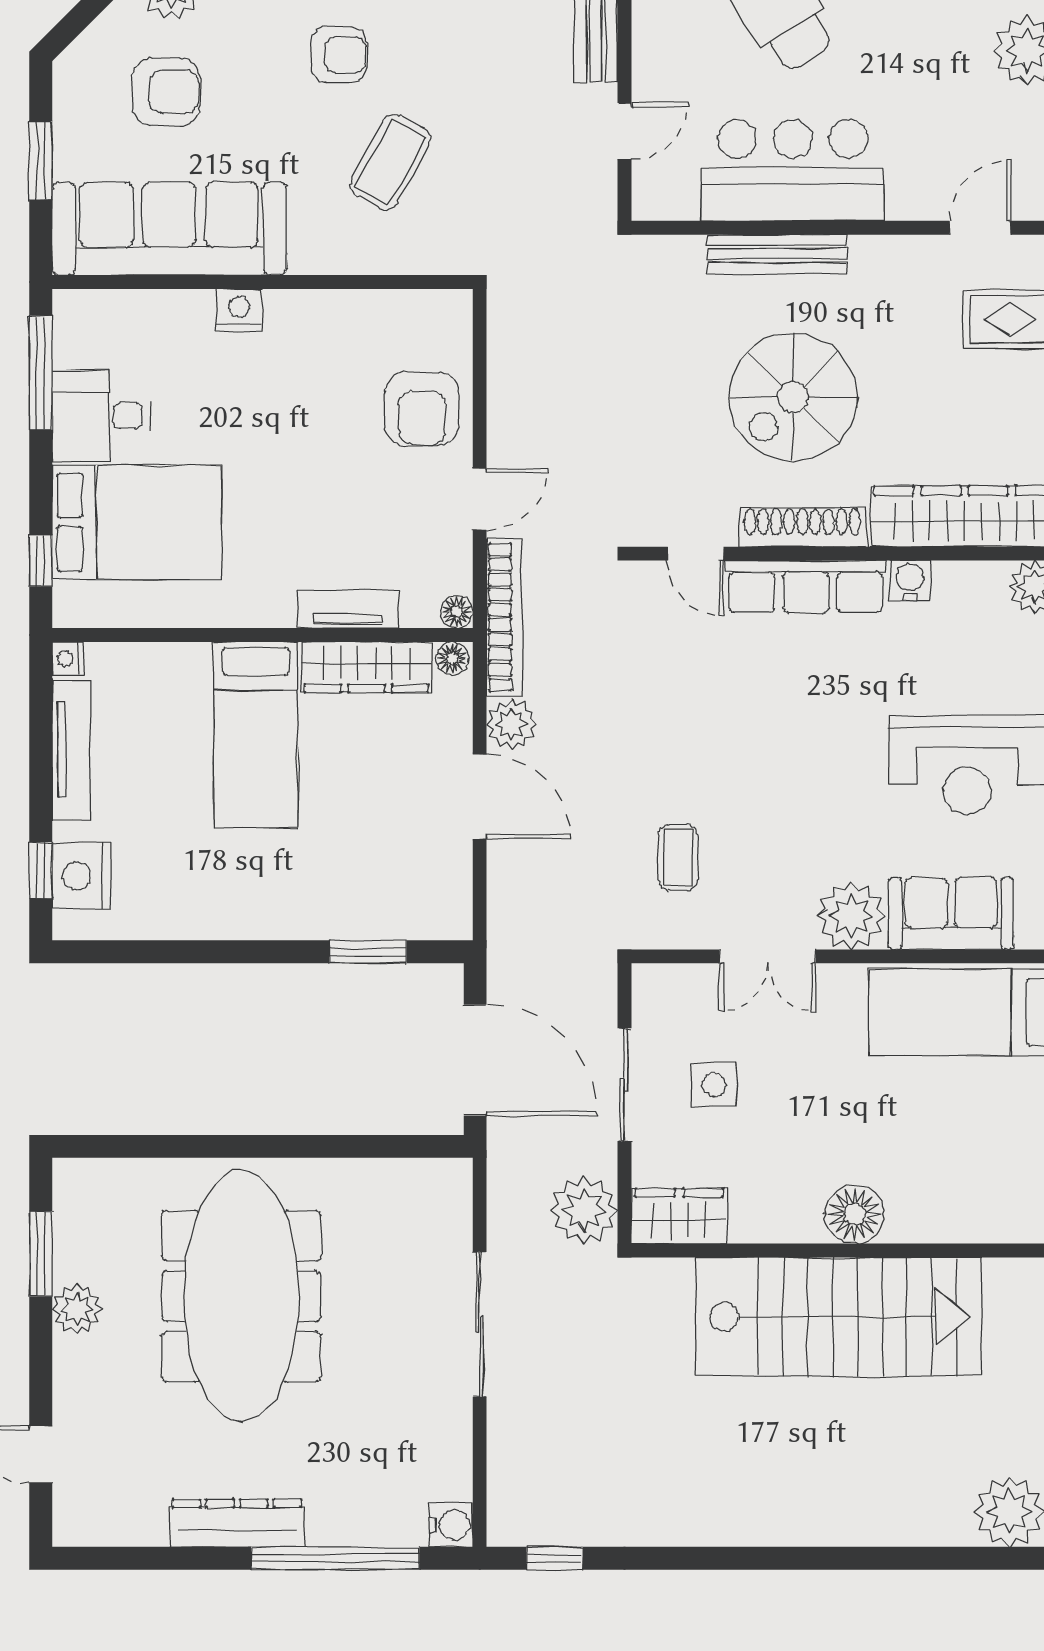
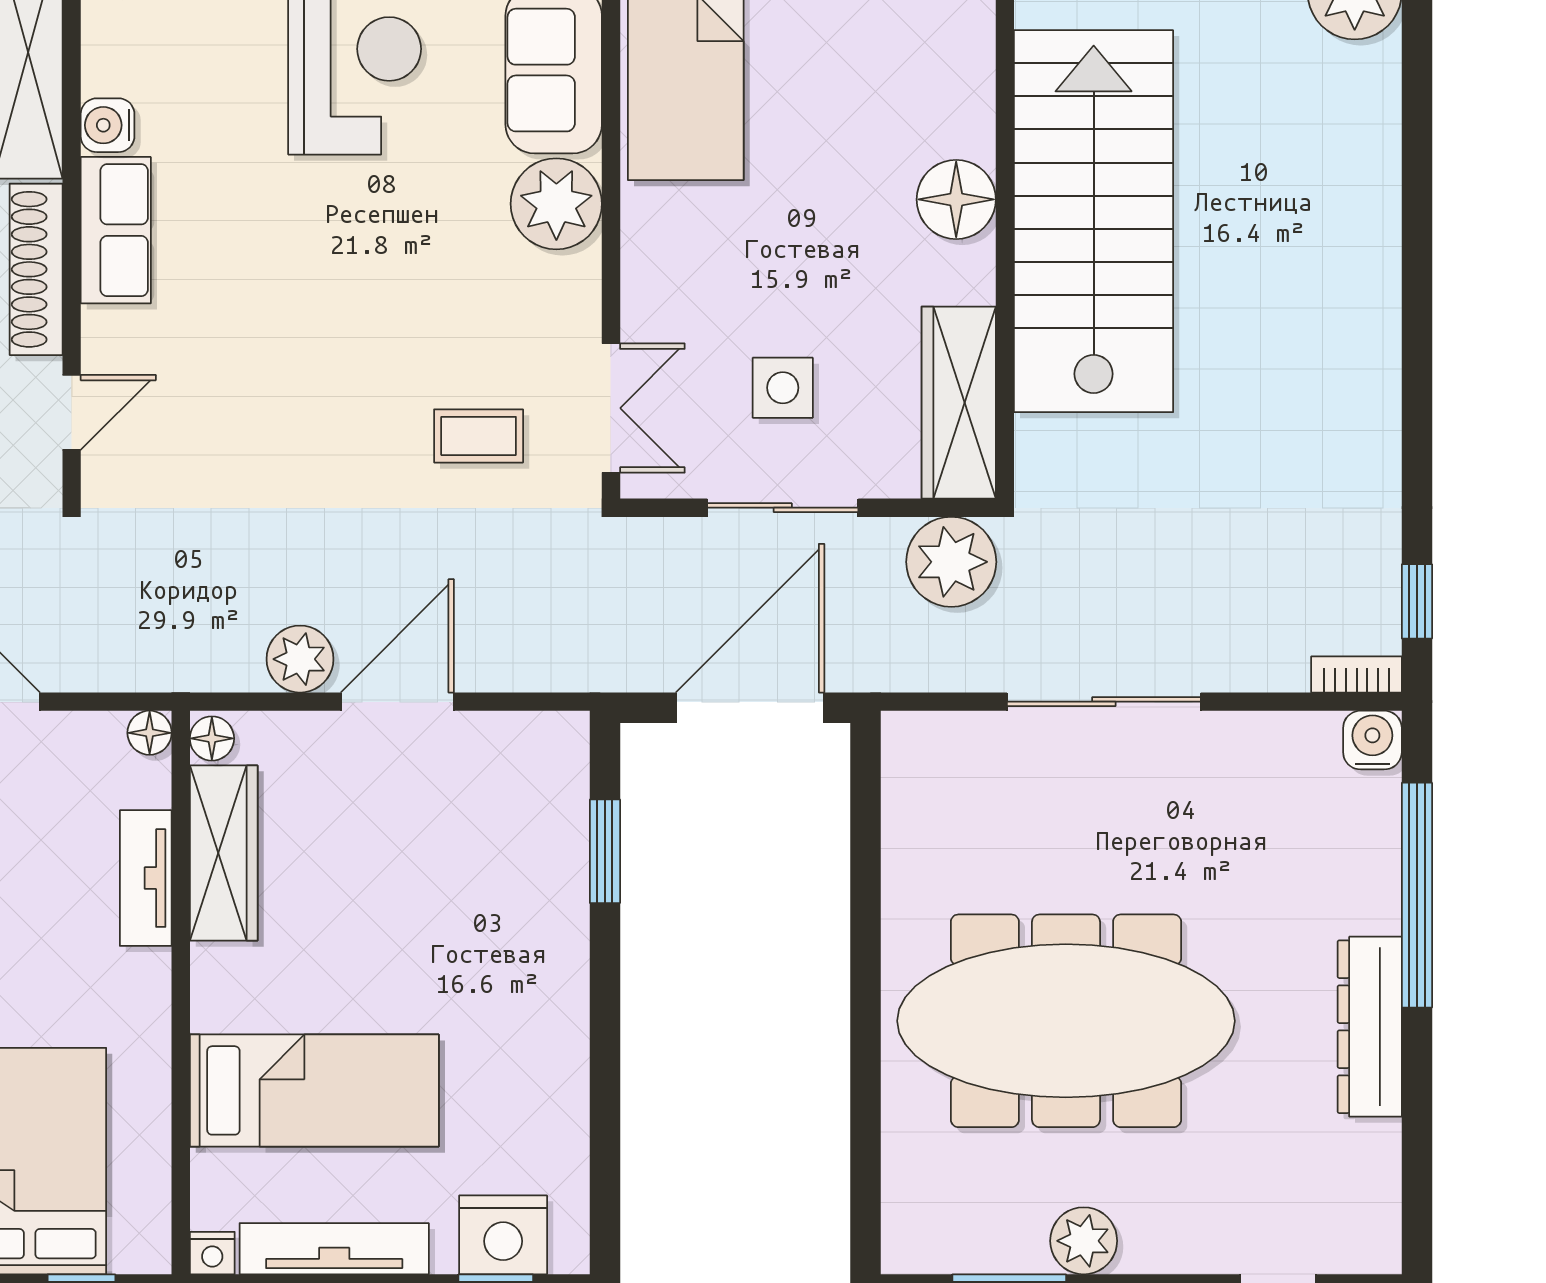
row of seats: (806, 587) -> (116, 230), width x0.68
bookcase: (504, 617) -> (1357, 674), moved, width x0.43, depth x0.76
bed: (256, 735) -> (314, 1090), moved
double door: (768, 956) -> (611, 408), moved
wardrobe: (679, 1216) -> (959, 403), width x1.50

